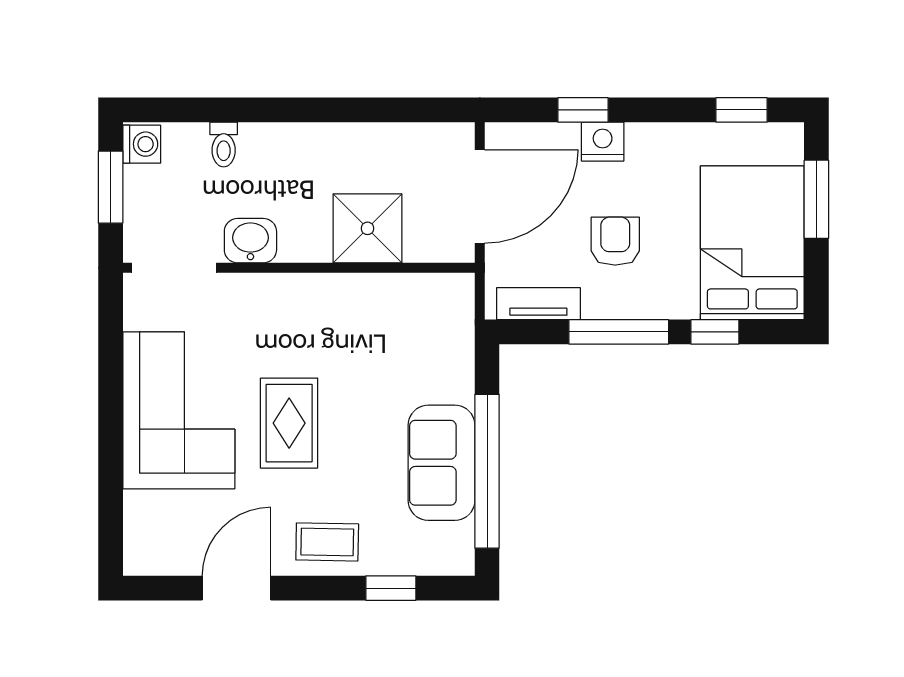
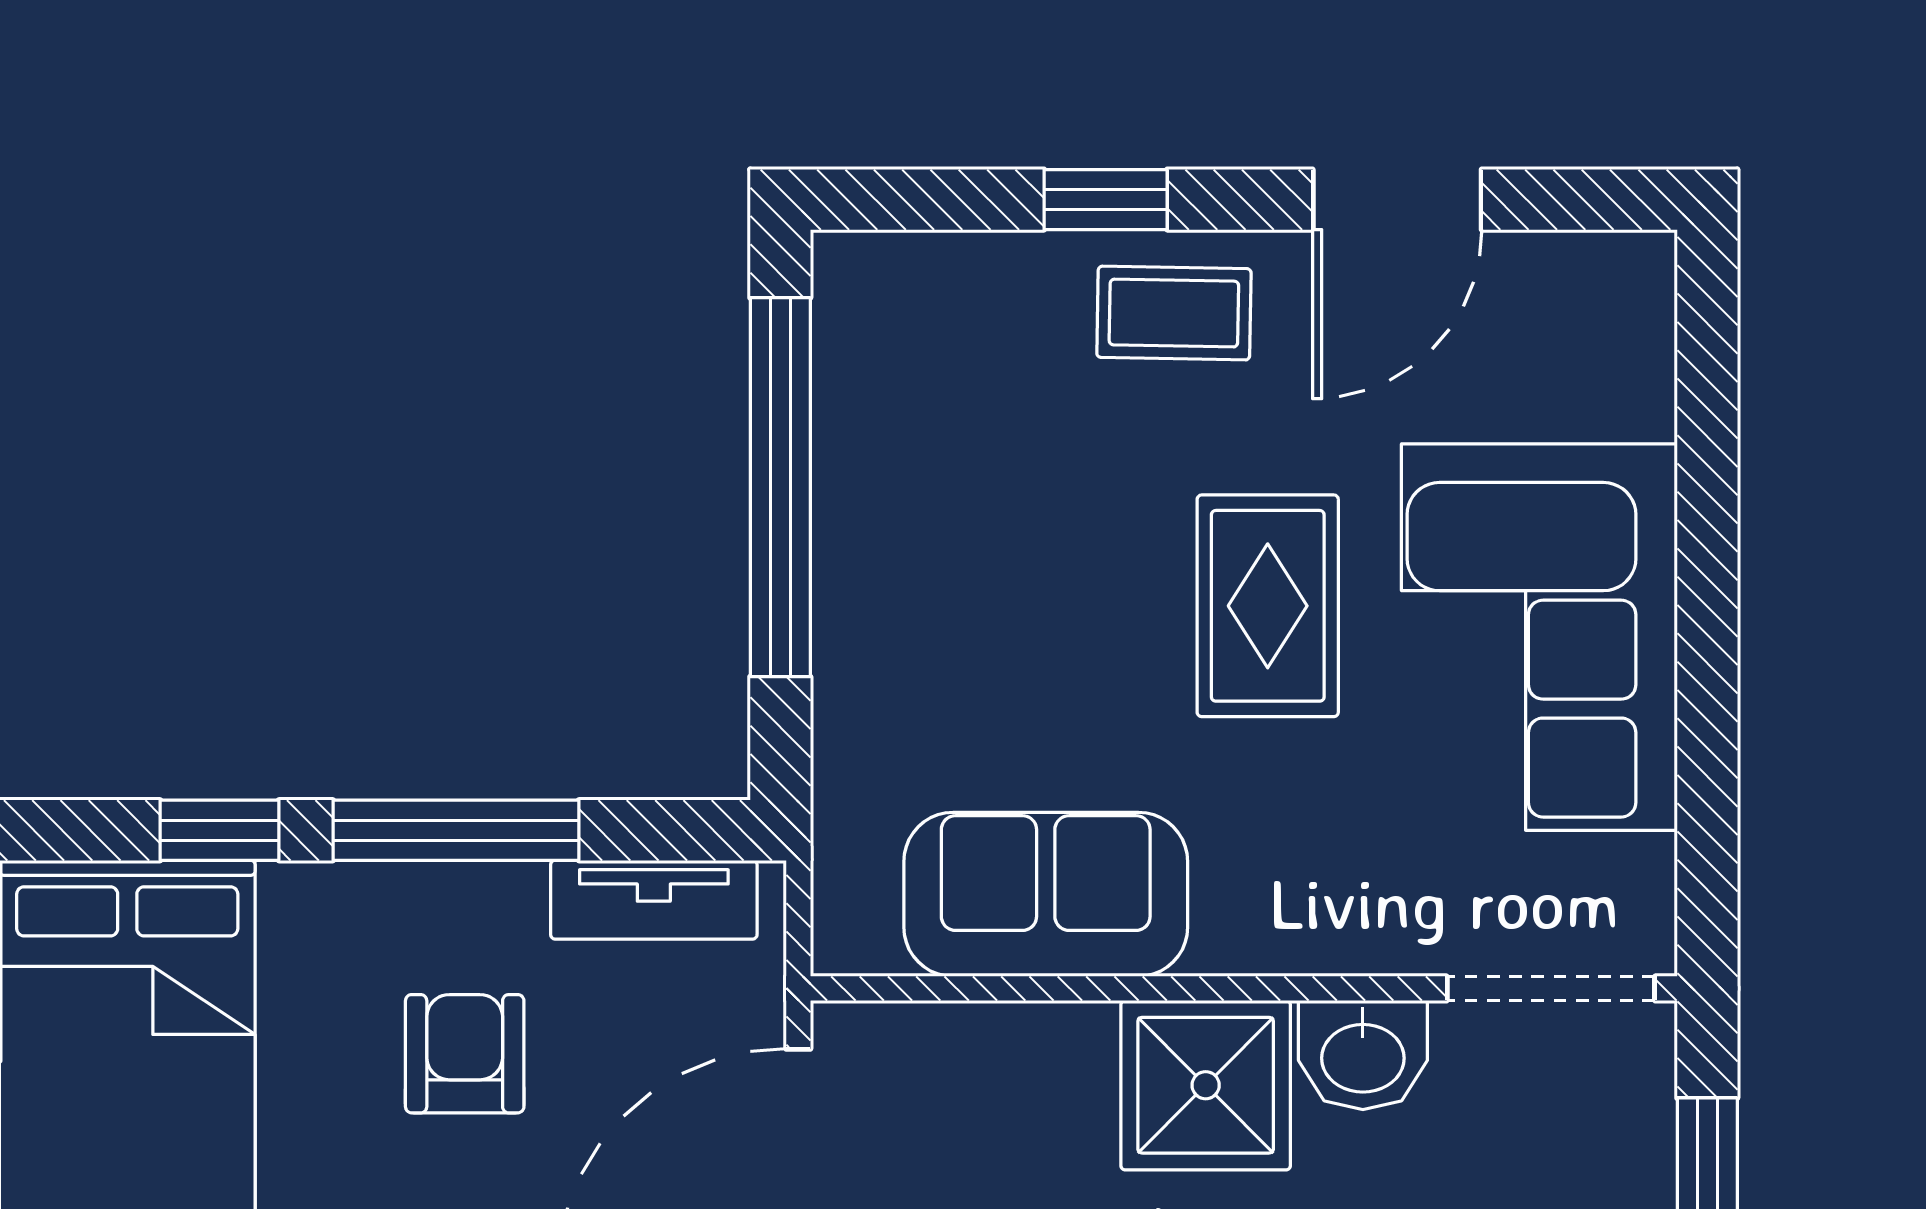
shower: (367, 228) -> (1206, 1085), moved
armchair: (615, 241) -> (465, 1054), turned 180
sofa: (442, 463) -> (1046, 894), moved, turned -90
window: (391, 588) -> (1106, 200), moved

